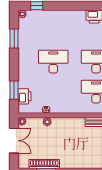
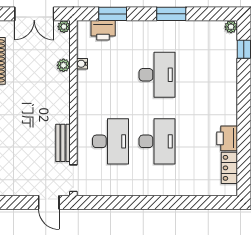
window: (14, 38) -> (171, 14), moved

